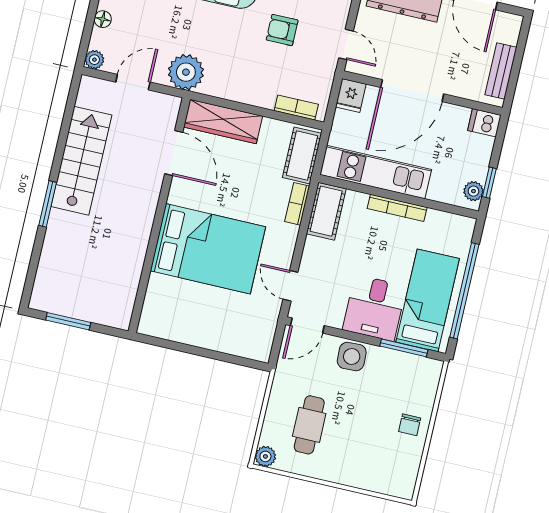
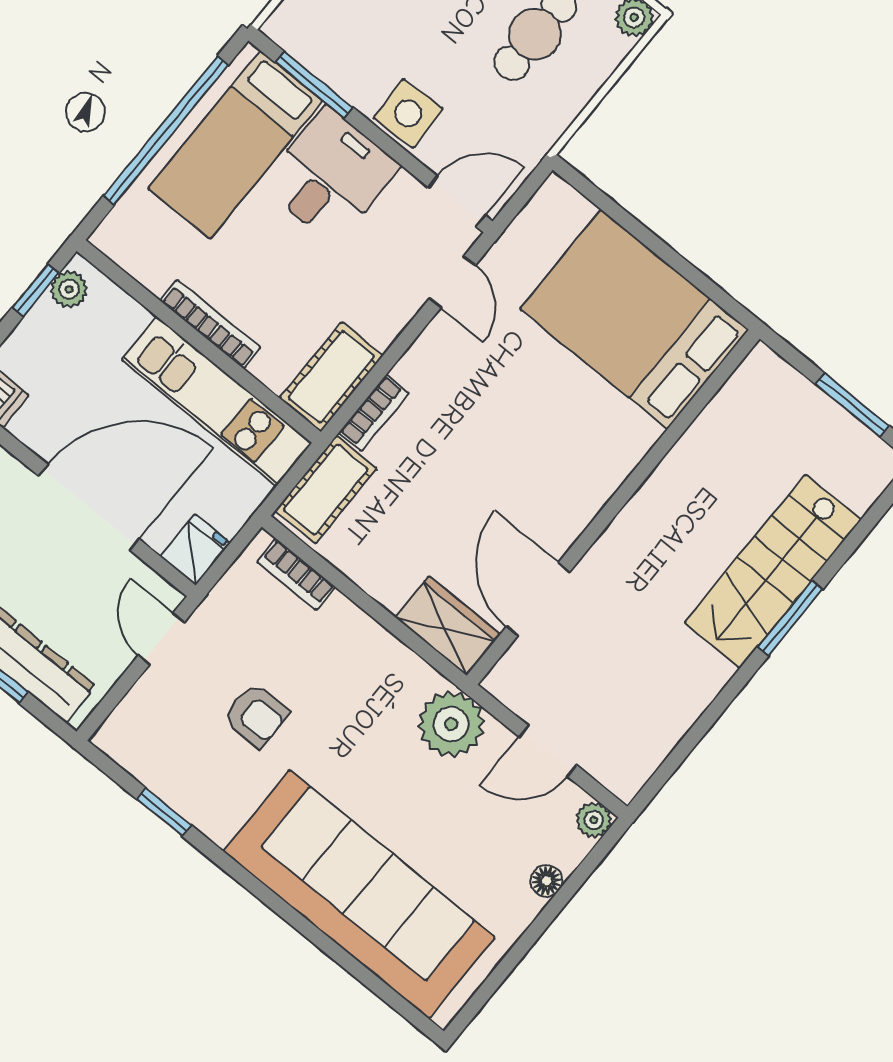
wardrobe: (223, 122) -> (448, 626), width x0.67
stairs: (81, 161) -> (773, 571), moved
bed: (208, 249) -> (634, 319), moved

